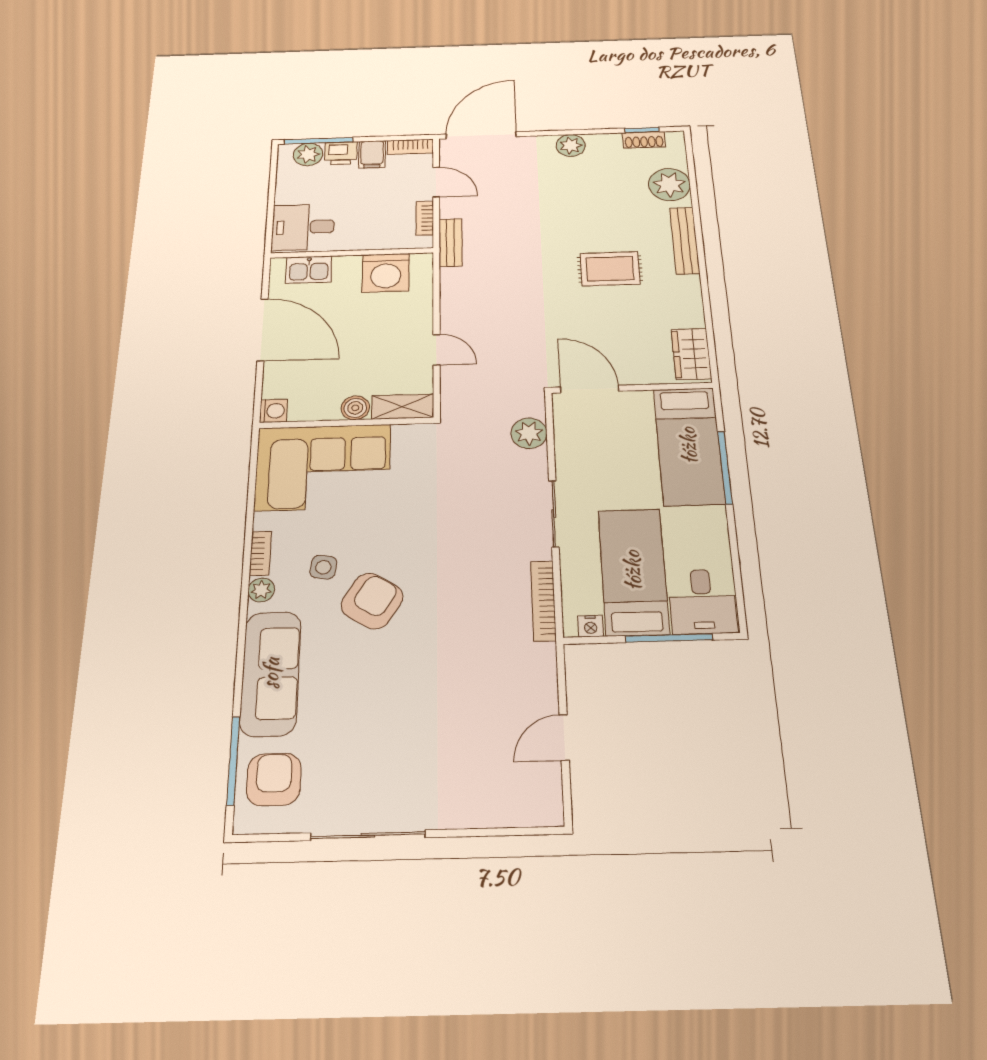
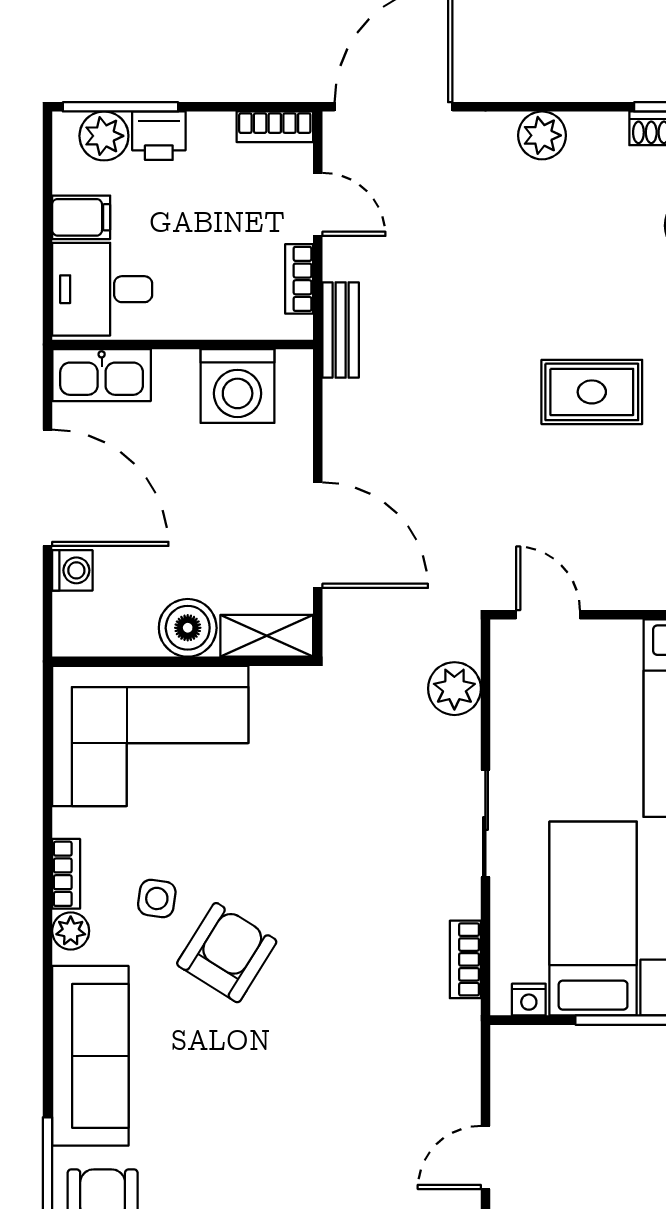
filing cabinet: (372, 154) -> (81, 217), moved, turned -90
kitchen sink: (309, 270) -> (102, 375), width x1.38
door: (437, 350) -> (318, 535), width x1.88
door: (590, 389) -> (548, 615), width x0.73
boiler: (355, 408) -> (188, 628), width x1.36, depth x1.36
washing machine: (273, 411) -> (72, 570), moved
bookcase: (543, 601) -> (465, 959), width x0.64

